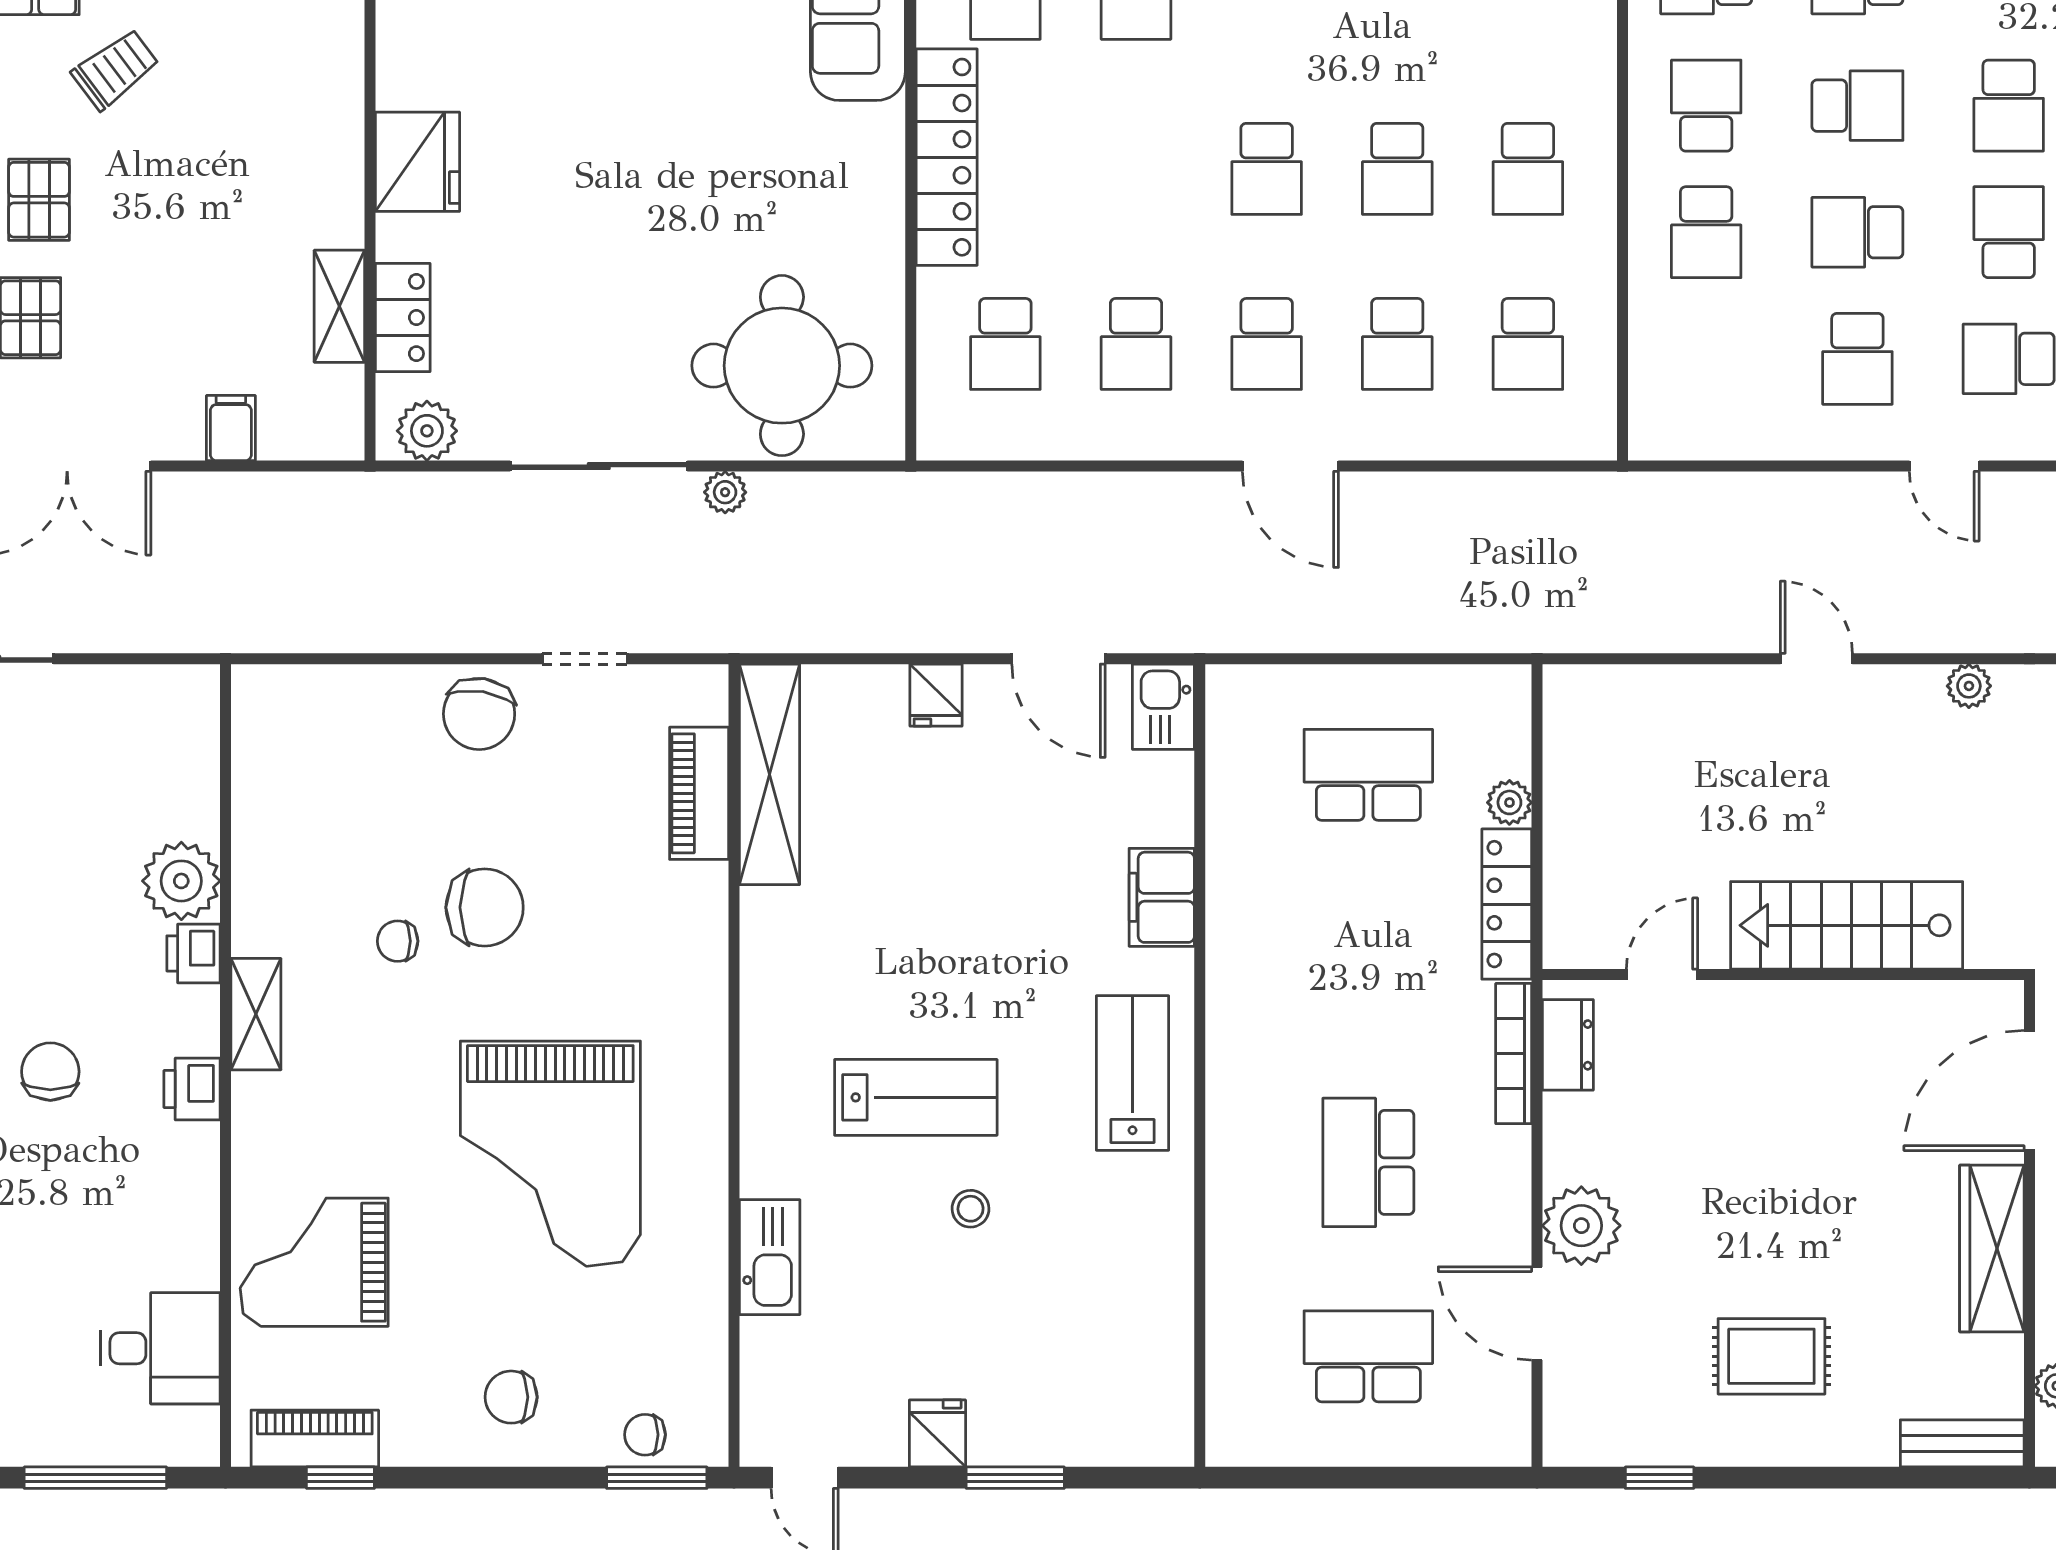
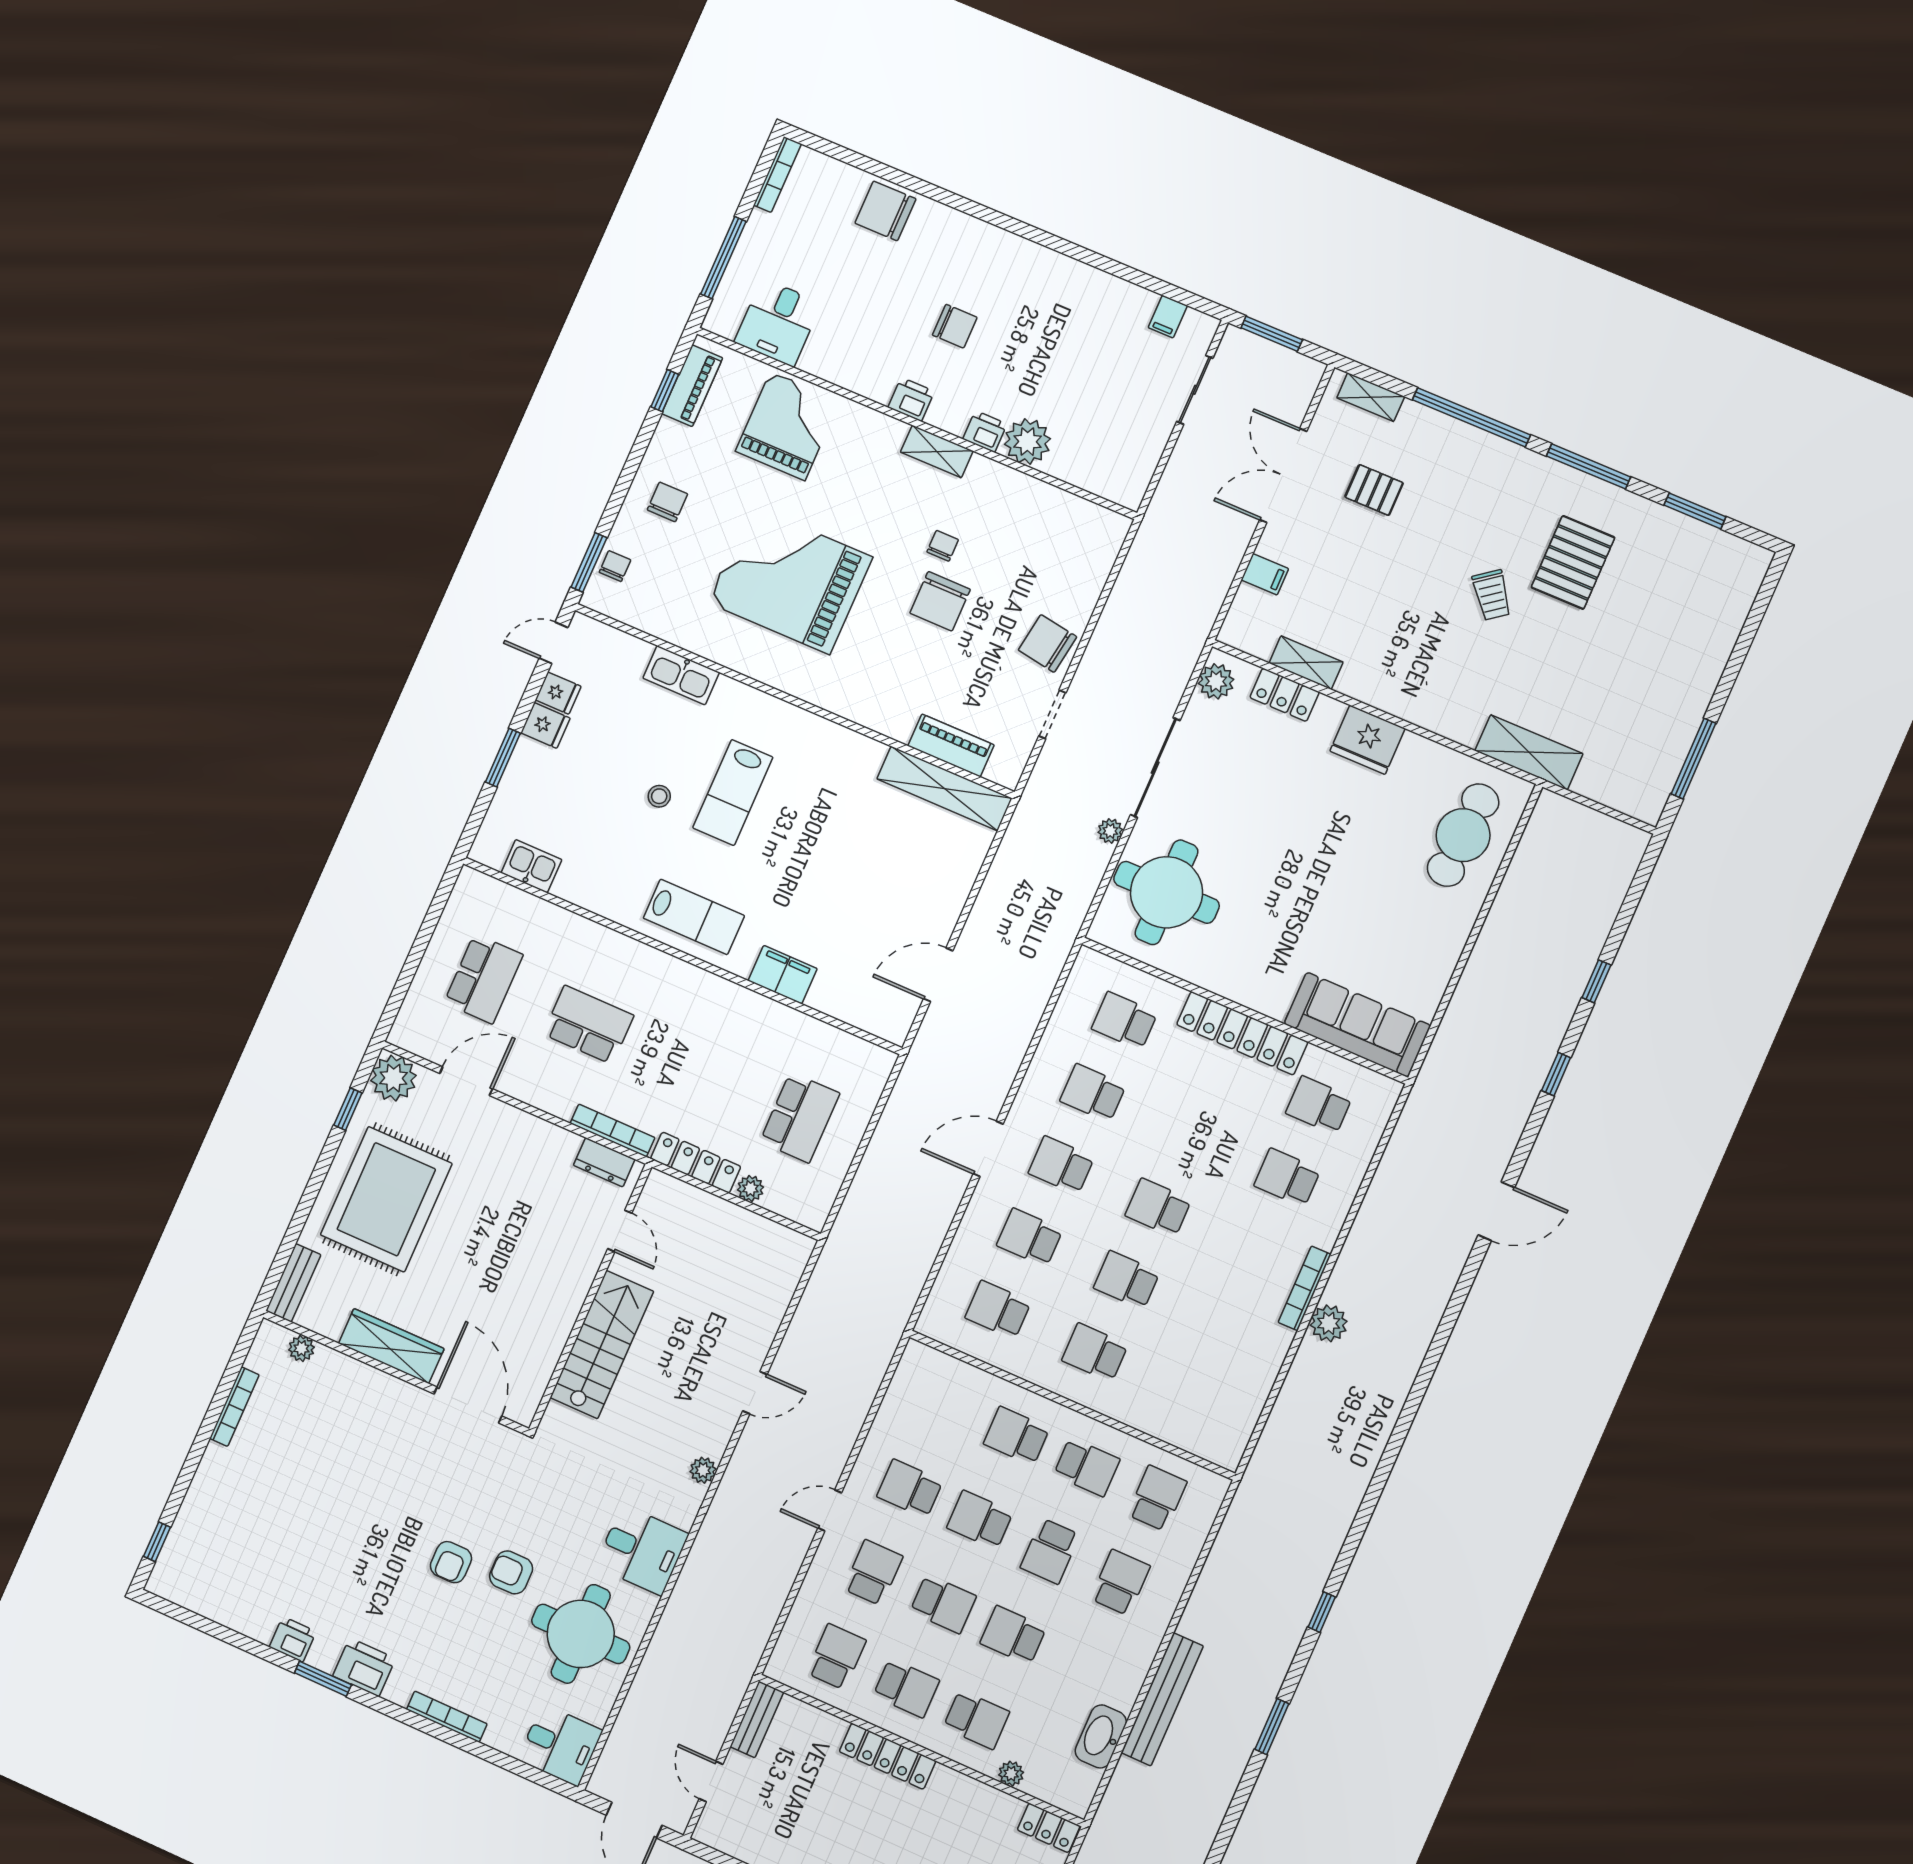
pallet: (39, 200) -> (1438, 522), removed
school desk: (1857, 232) -> (980, 1520), turned -90
fridge: (936, 695) -> (558, 693), moved, turned 180
kitchen sink: (1163, 707) -> (531, 866), moved
plant: (1581, 1226) -> (393, 1078), moved
rug: (1771, 1356) -> (386, 1199), width x1.86, depth x2.06

